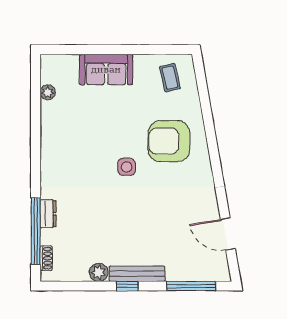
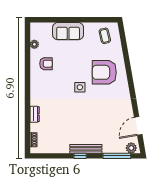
armchair: (68, 126) -> (46, 64), added
window: (36, 231) -> (27, 124), removed
door: (228, 234) -> (138, 126), hinge flipped
plant: (99, 272) -> (131, 148), moved

